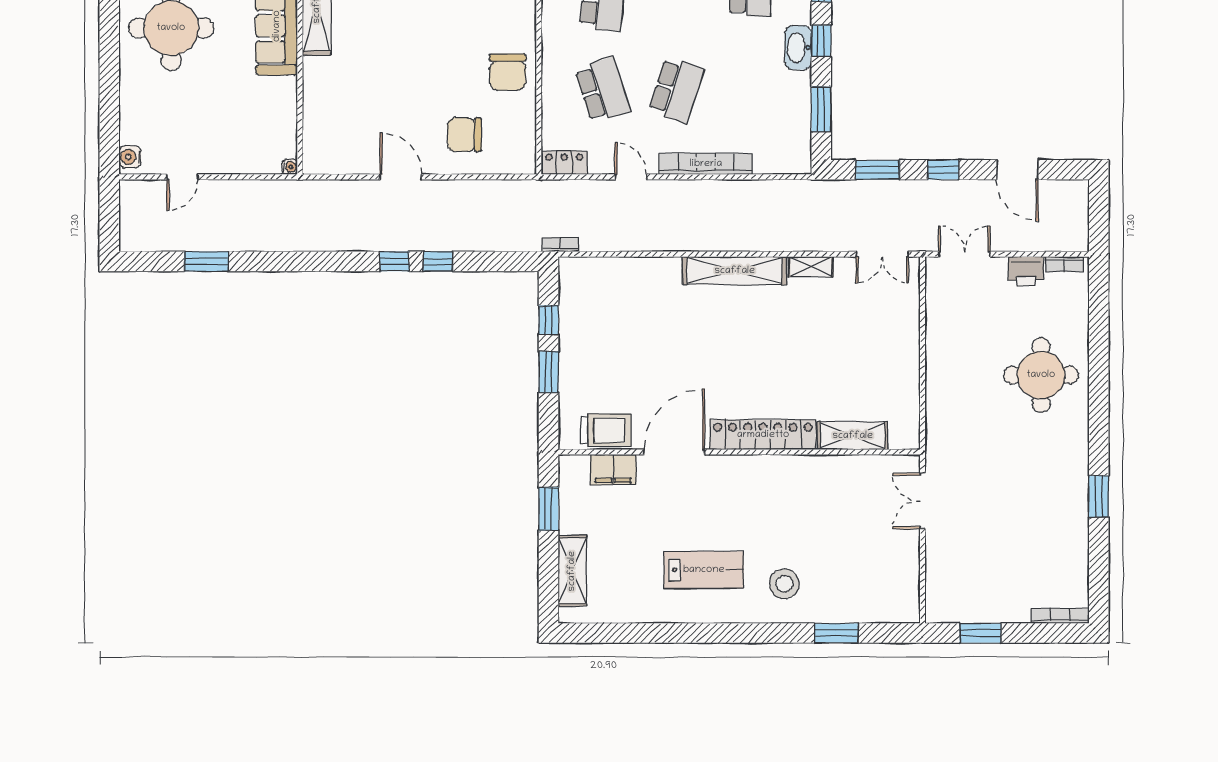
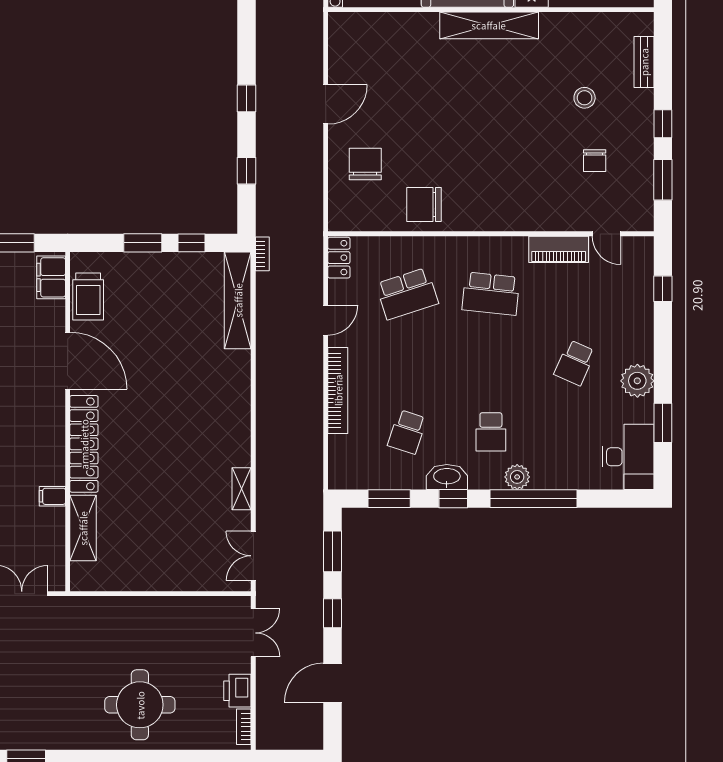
school desk: (676, 90) -> (407, 432), moved, width x0.54
window: (438, 261) -> (246, 171), moved
shelving: (735, 271) -> (238, 300), moved
filing cabinet: (819, 468) -> (52, 496), added
filing cabinet: (613, 470) -> (51, 277), moved

